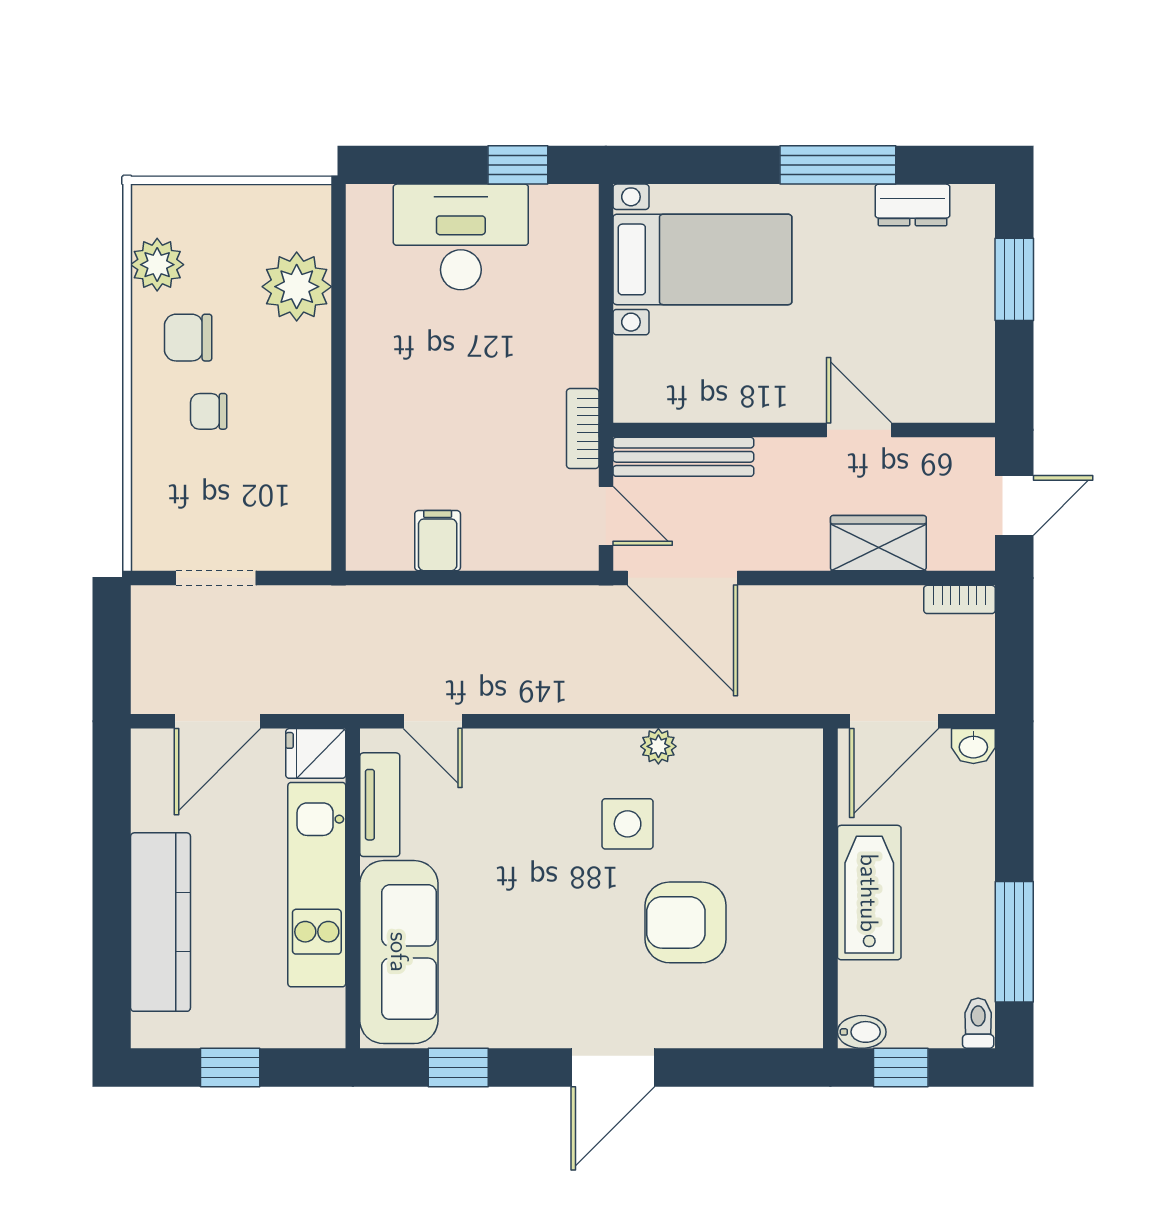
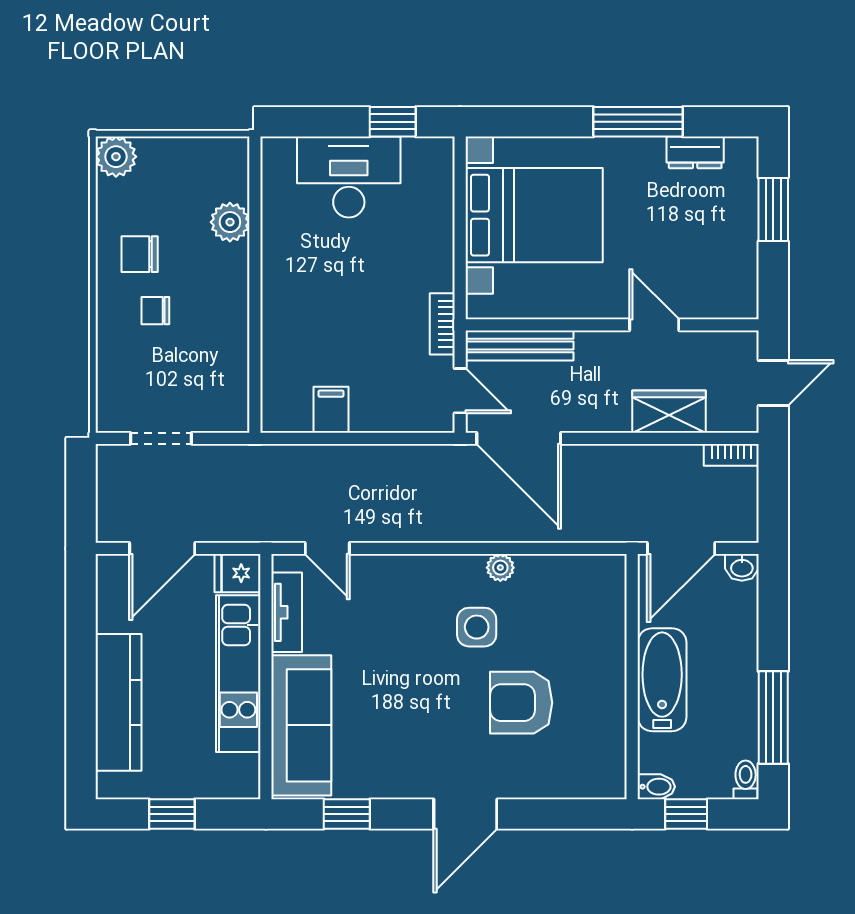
bed with nightstands: (702, 259) -> (534, 215), width x1.36
plant: (157, 265) -> (116, 157), moved
plant: (297, 287) -> (230, 222), width x0.73, depth x0.73

